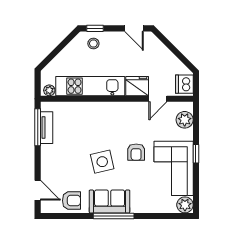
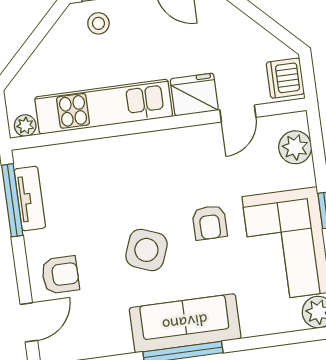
side table: (102, 162) -> (146, 250), turned 34
door: (38, 190) -> (29, 322), hinge flipped
armchair: (71, 201) -> (60, 275), moved
sofa: (110, 201) -> (185, 323), width x1.36

